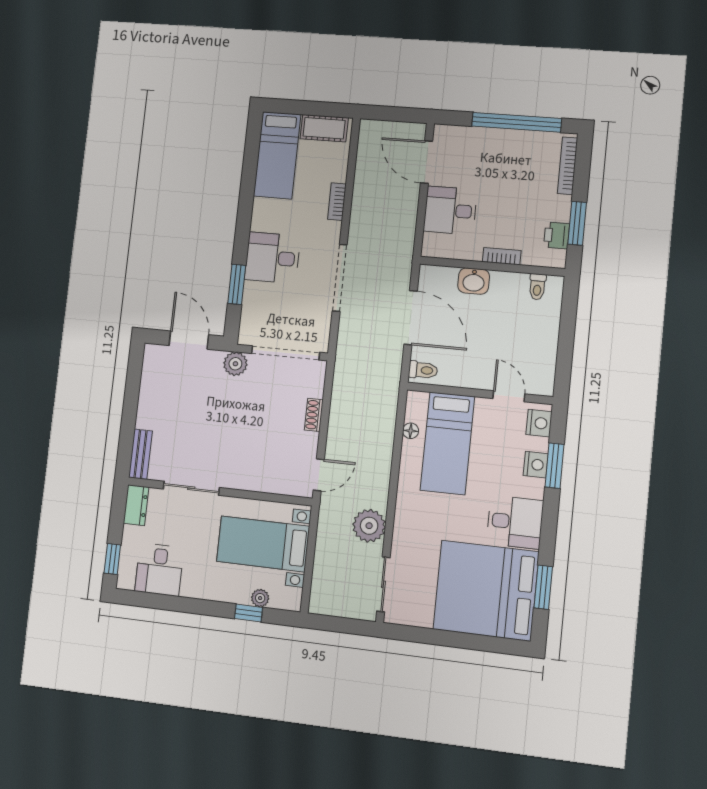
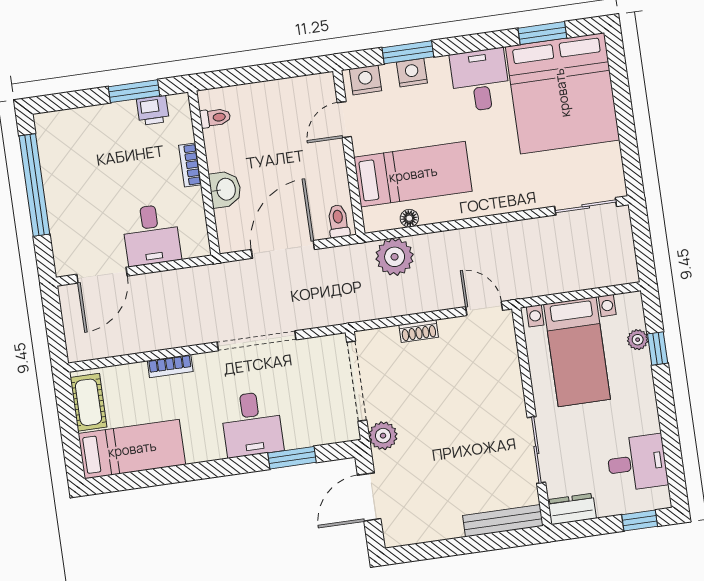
bookcase: (568, 166) -> (72, 117), removed
bench: (140, 454) -> (503, 521), width x1.36
plant: (369, 526) -> (395, 257), moved

